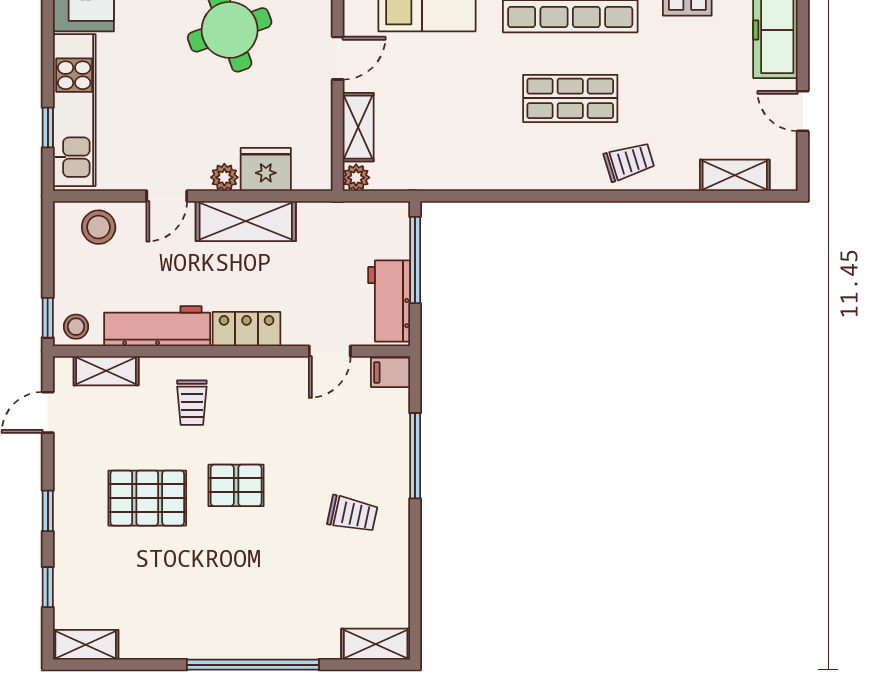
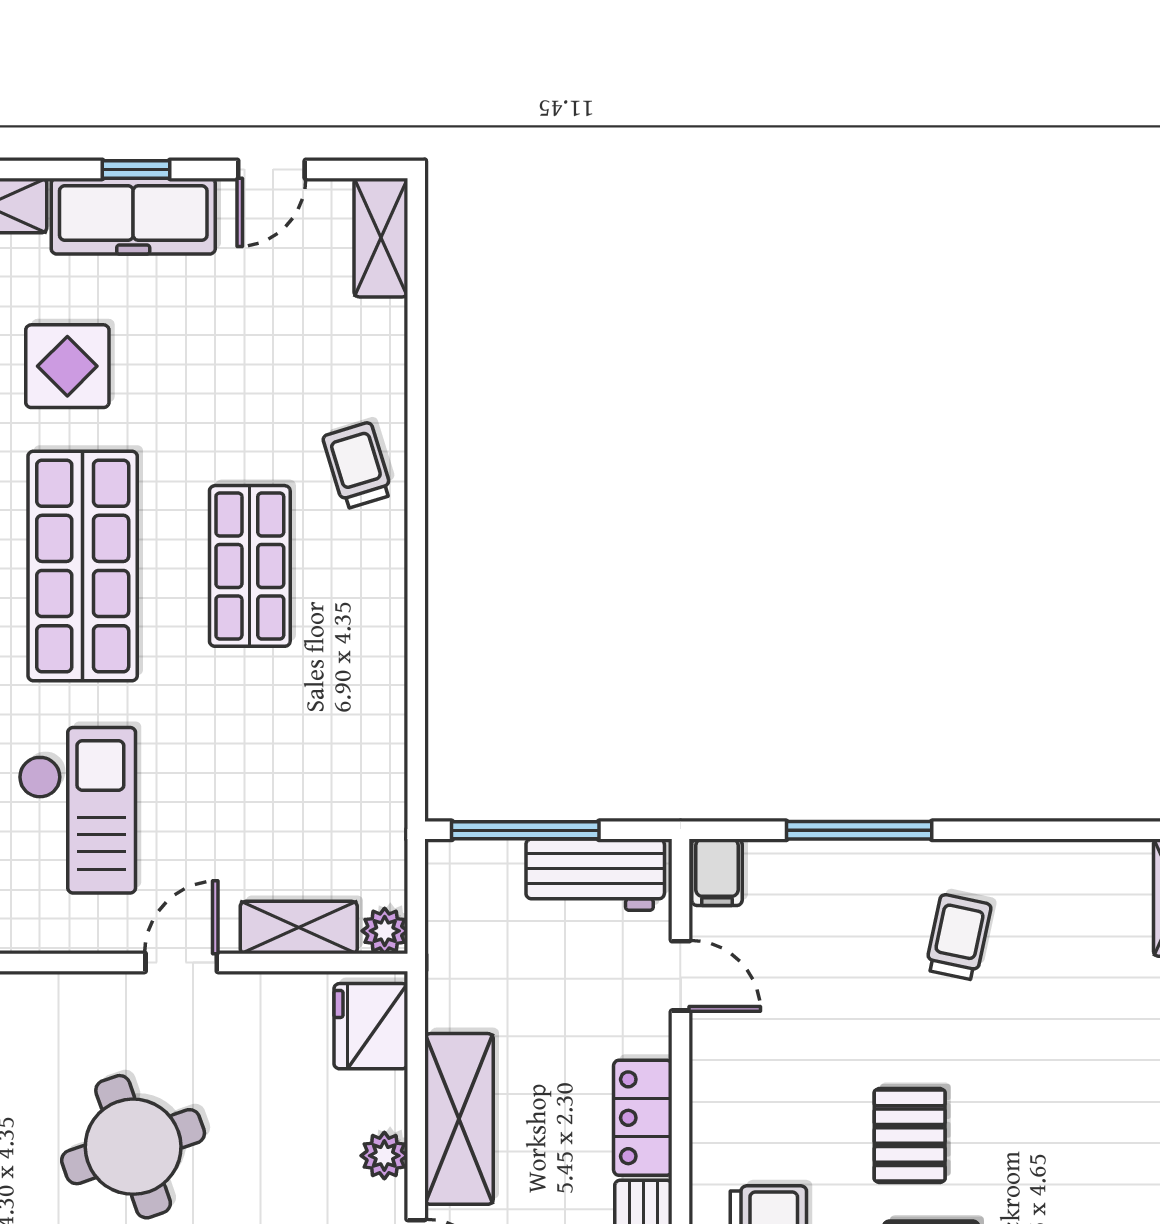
window: (803, 32) -> (136, 169), added
door: (338, 58) -> (181, 962), hinge flipped
fridge: (266, 169) -> (371, 1026), moved
shelving: (735, 175) -> (381, 238), moved

